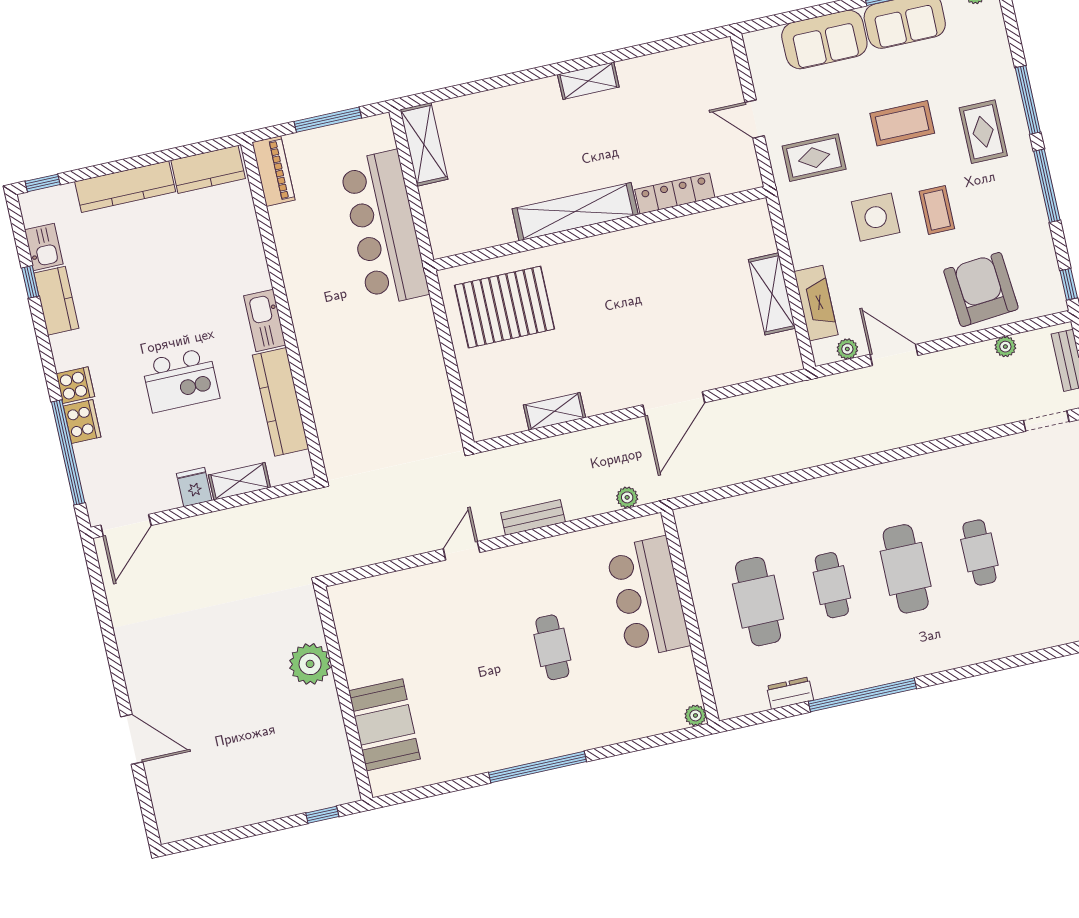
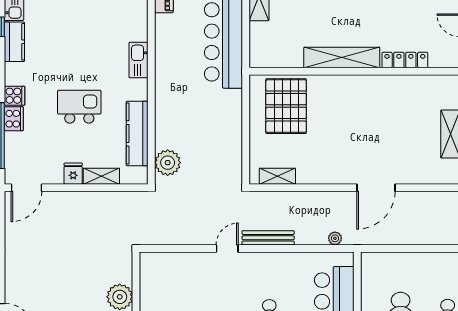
pallet: (505, 307) -> (286, 106), turned 90
kitchen sink: (265, 320) -> (138, 60), moved
kitchen island: (181, 380) -> (79, 107), turned 180
shelving: (555, 411) -> (277, 176), moved
plant: (339, 437) -> (168, 163), added
bench: (533, 517) -> (268, 238), width x1.36

